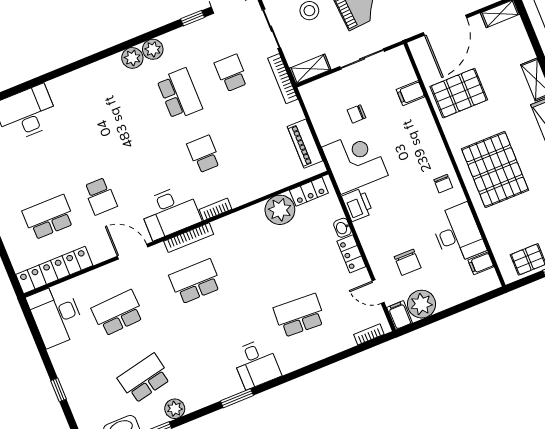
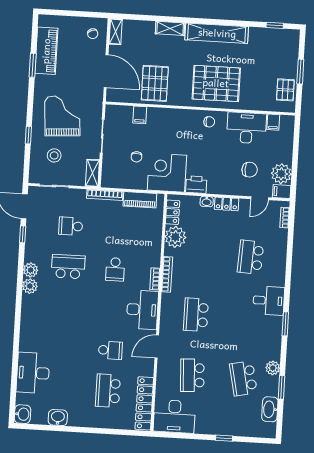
bookcase: (283, 79) -> (105, 195), moved
school desk: (204, 154) -> (115, 269), turned -90
bookcase: (189, 238) -> (167, 274), moved

